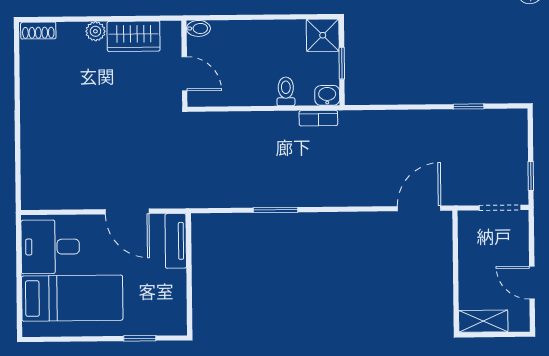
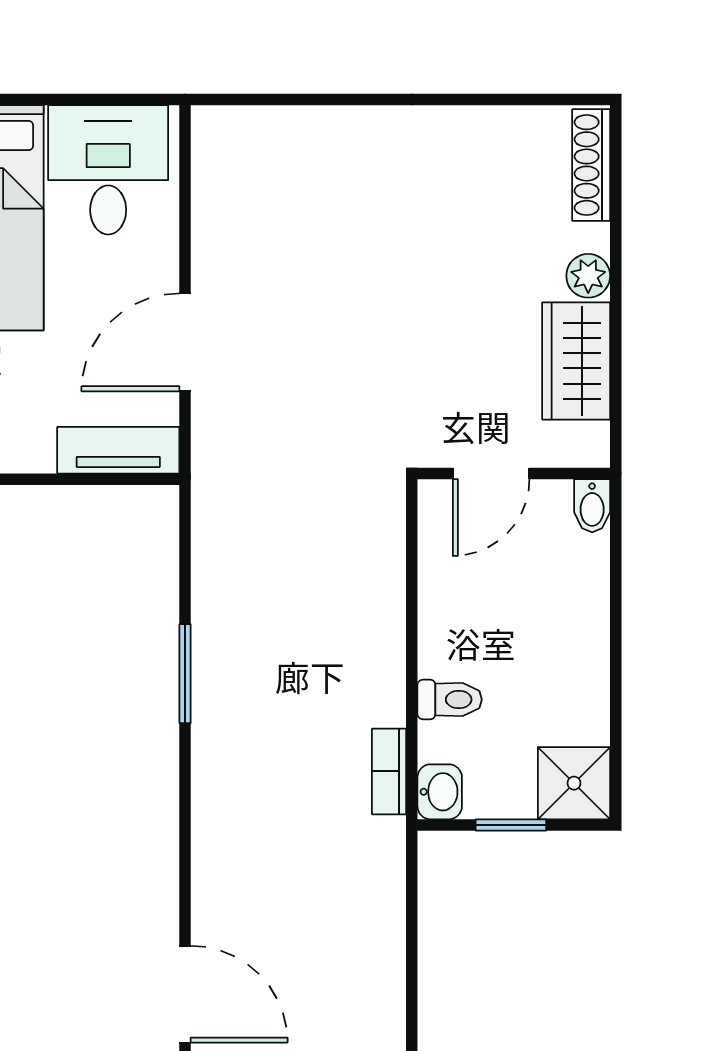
shoe rack: (38, 31) -> (591, 165), width x1.43

